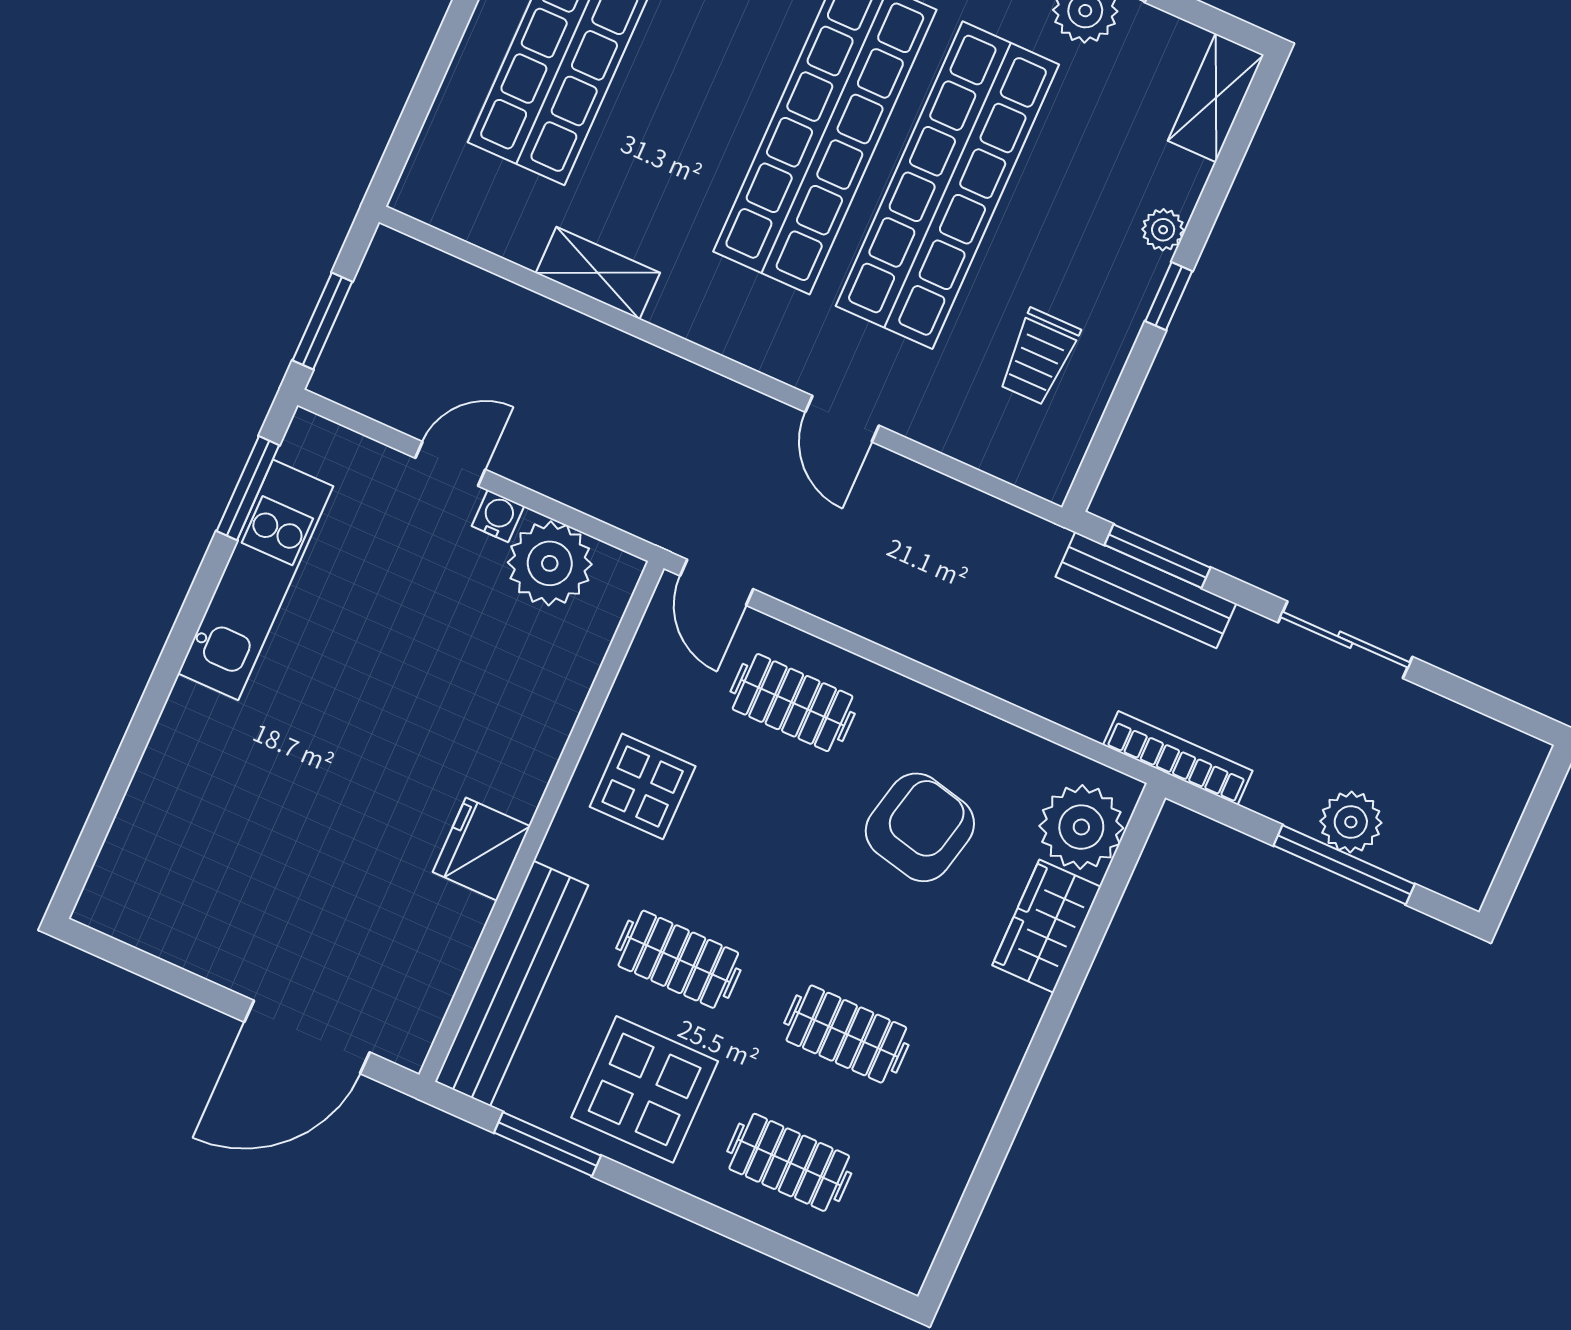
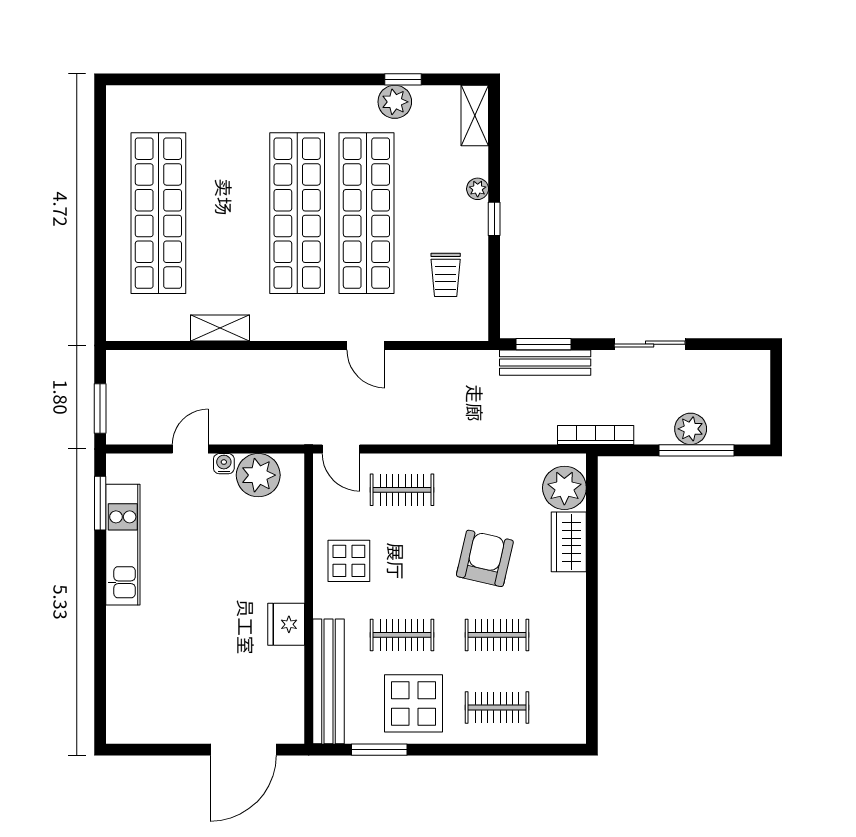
armchair: (920, 827) -> (485, 558), moved

